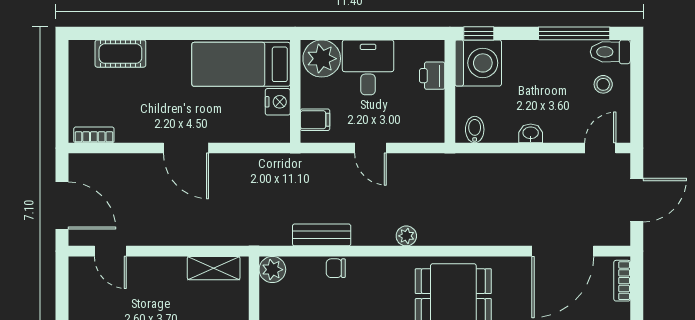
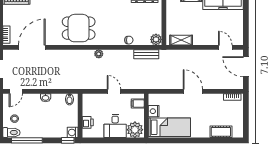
washing machine: (478, 63) -> (73, 132), width x0.53, depth x0.53
bench: (322, 235) -> (146, 54), moved

